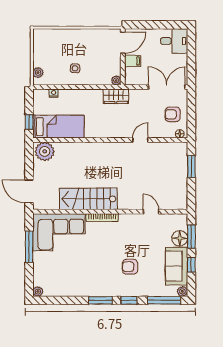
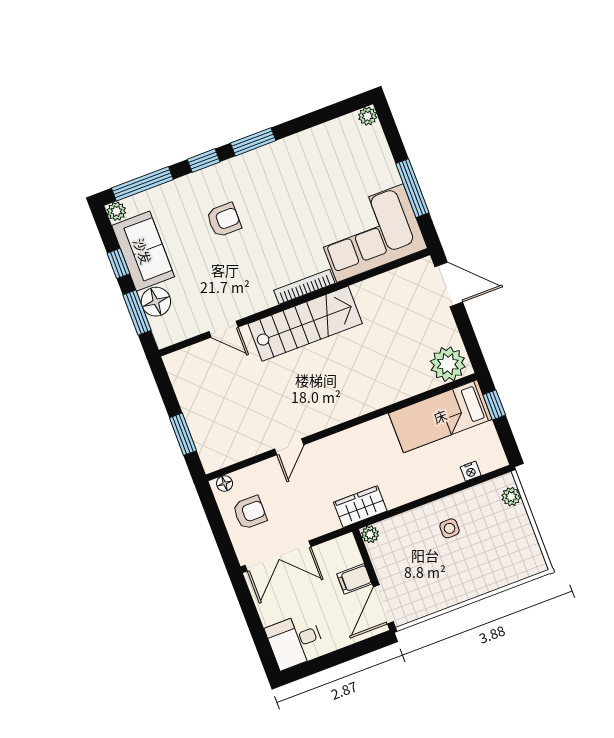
stairs: (88, 199) -> (305, 324), moved

